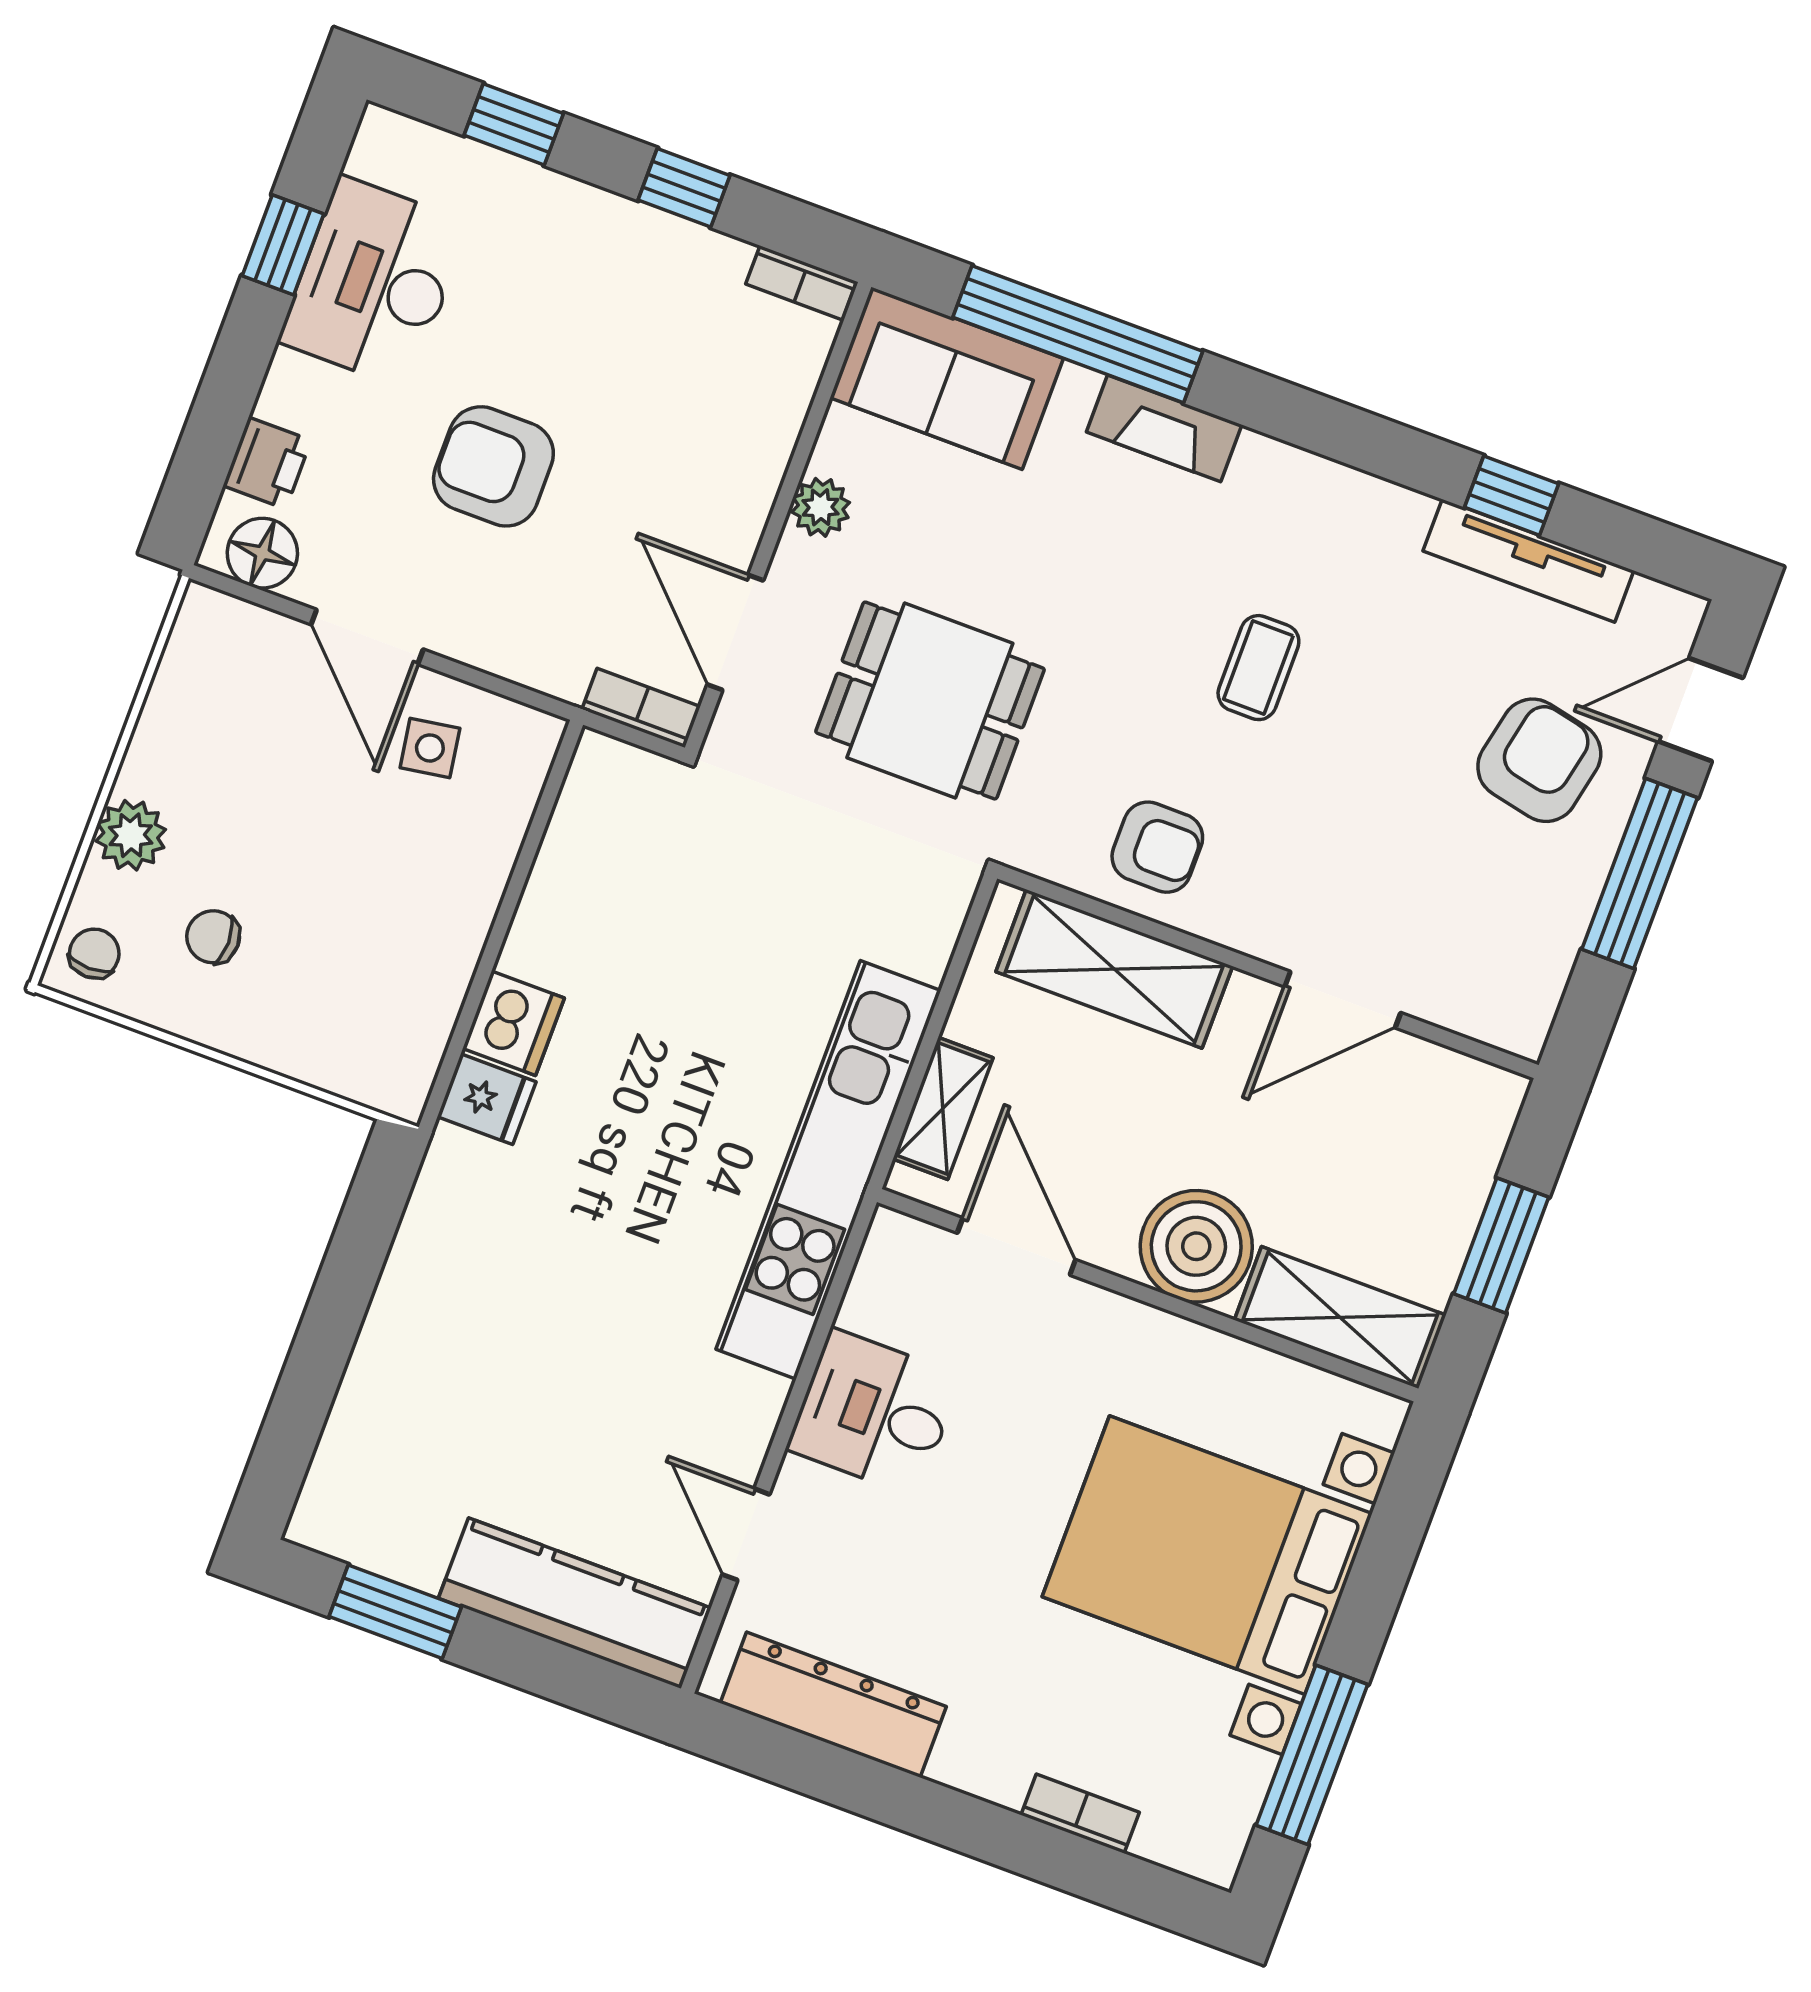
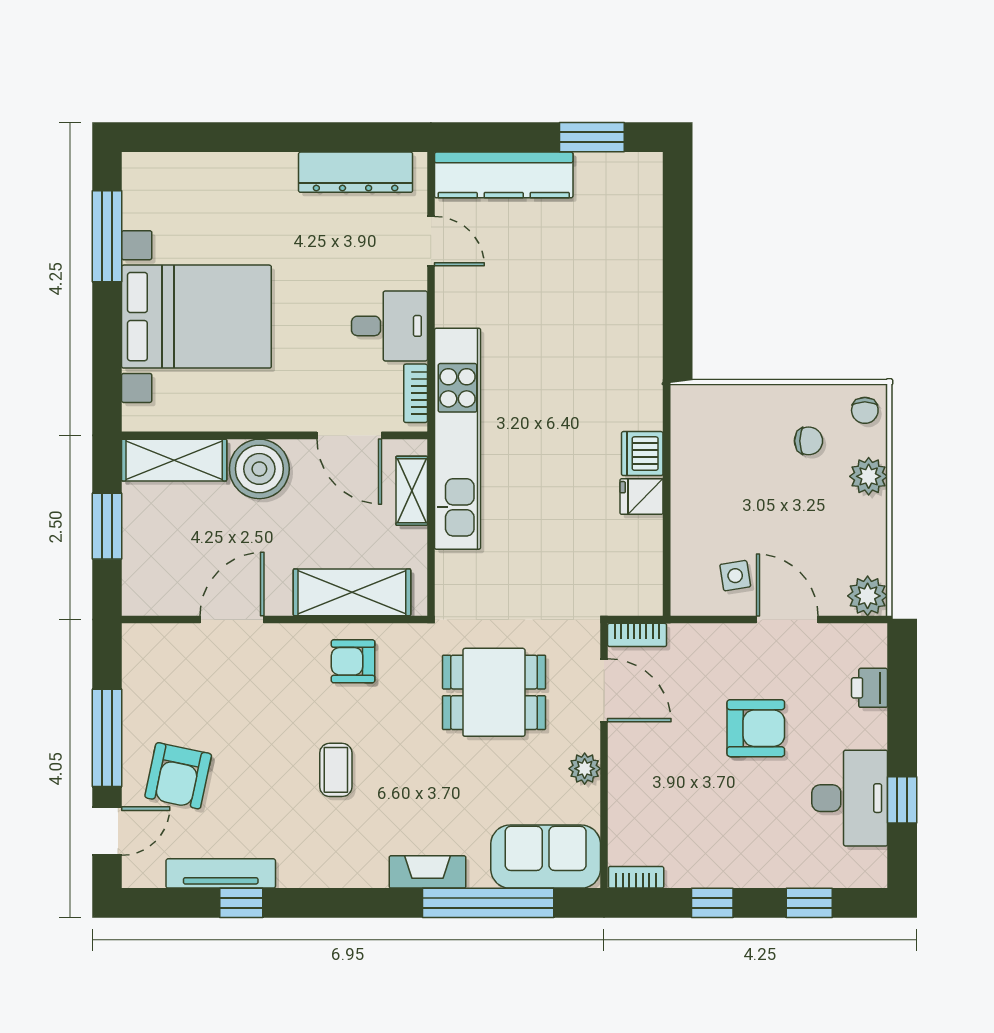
floor lamp: (262, 553) -> (855, 642), removed
plant: (211, 626) -> (868, 596), added
fridge: (487, 1099) -> (641, 497), moved
bookcase: (1080, 1814) -> (416, 393), moved, turned 90

